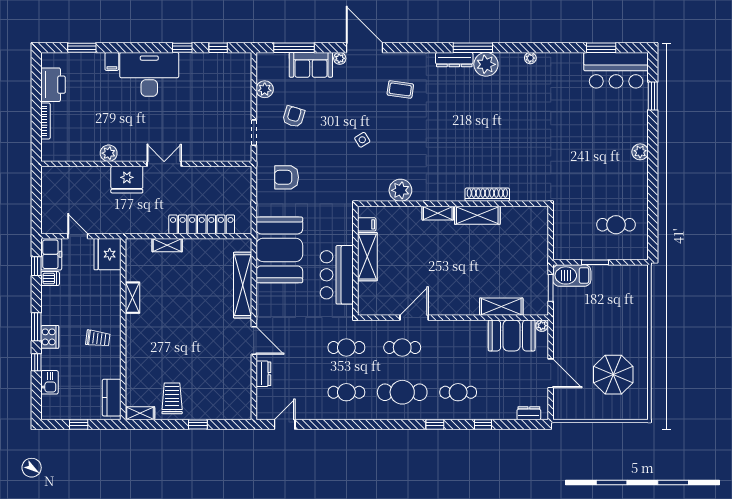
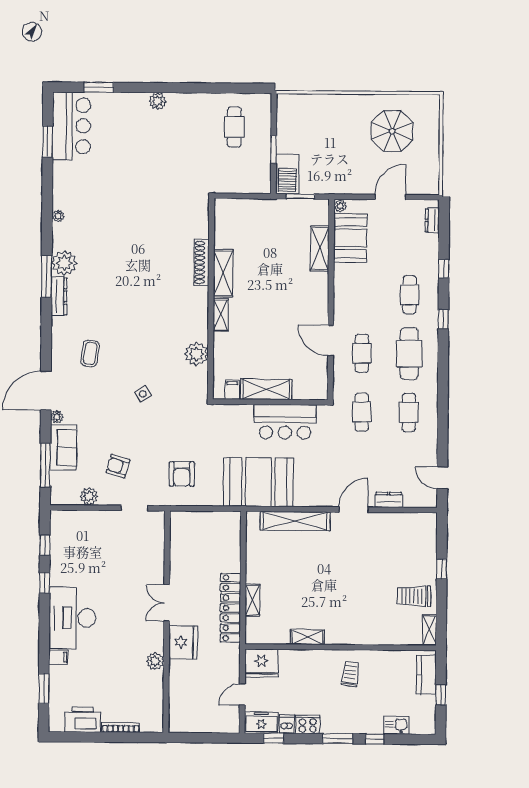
locker: (202, 224) -> (230, 608), moved
cooker: (50, 337) -> (308, 724), moved
kitchen counter: (112, 398) -> (426, 675), moved, turned 90

